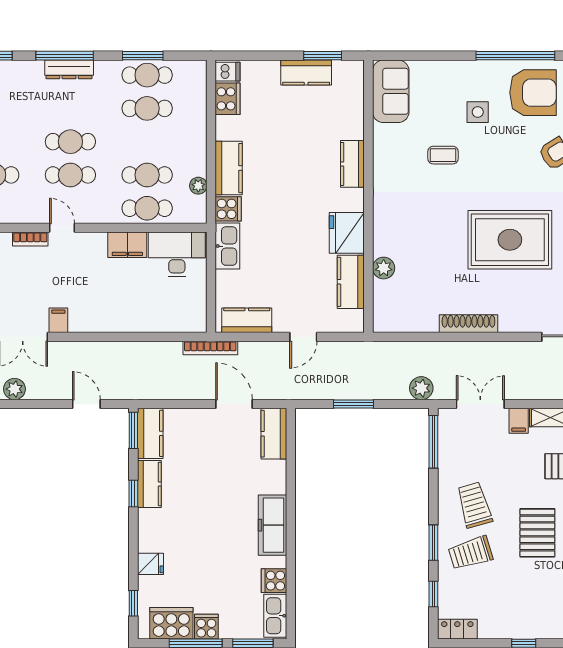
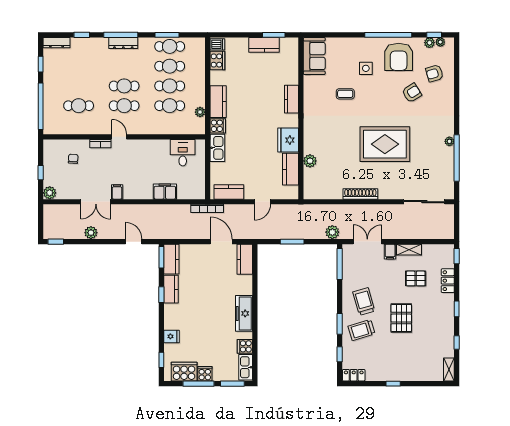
armchair: (533, 93) -> (399, 57), turned 90
cafe table: (147, 208) -> (170, 86), moved
filing cabinet: (127, 245) -> (165, 192), moved, turned 180
desk: (177, 254) -> (183, 153), width x0.73

